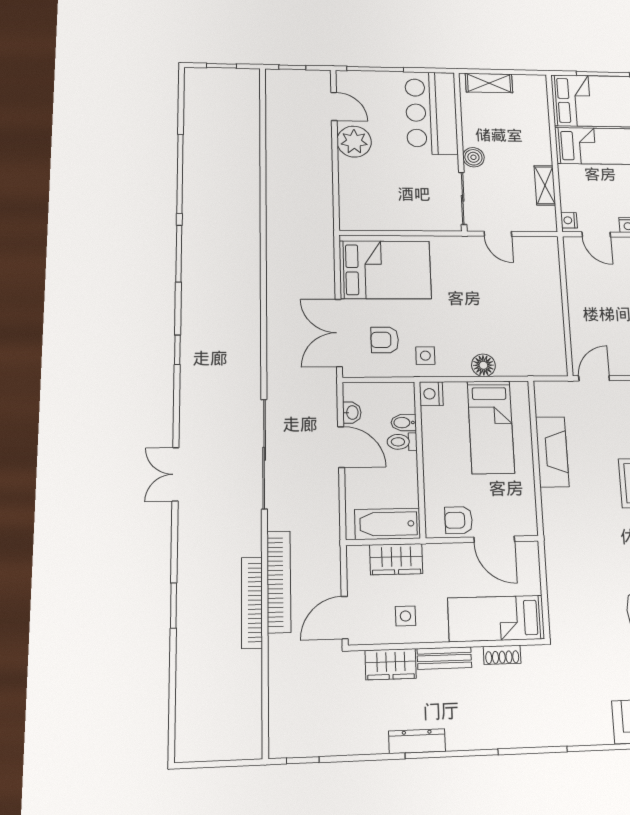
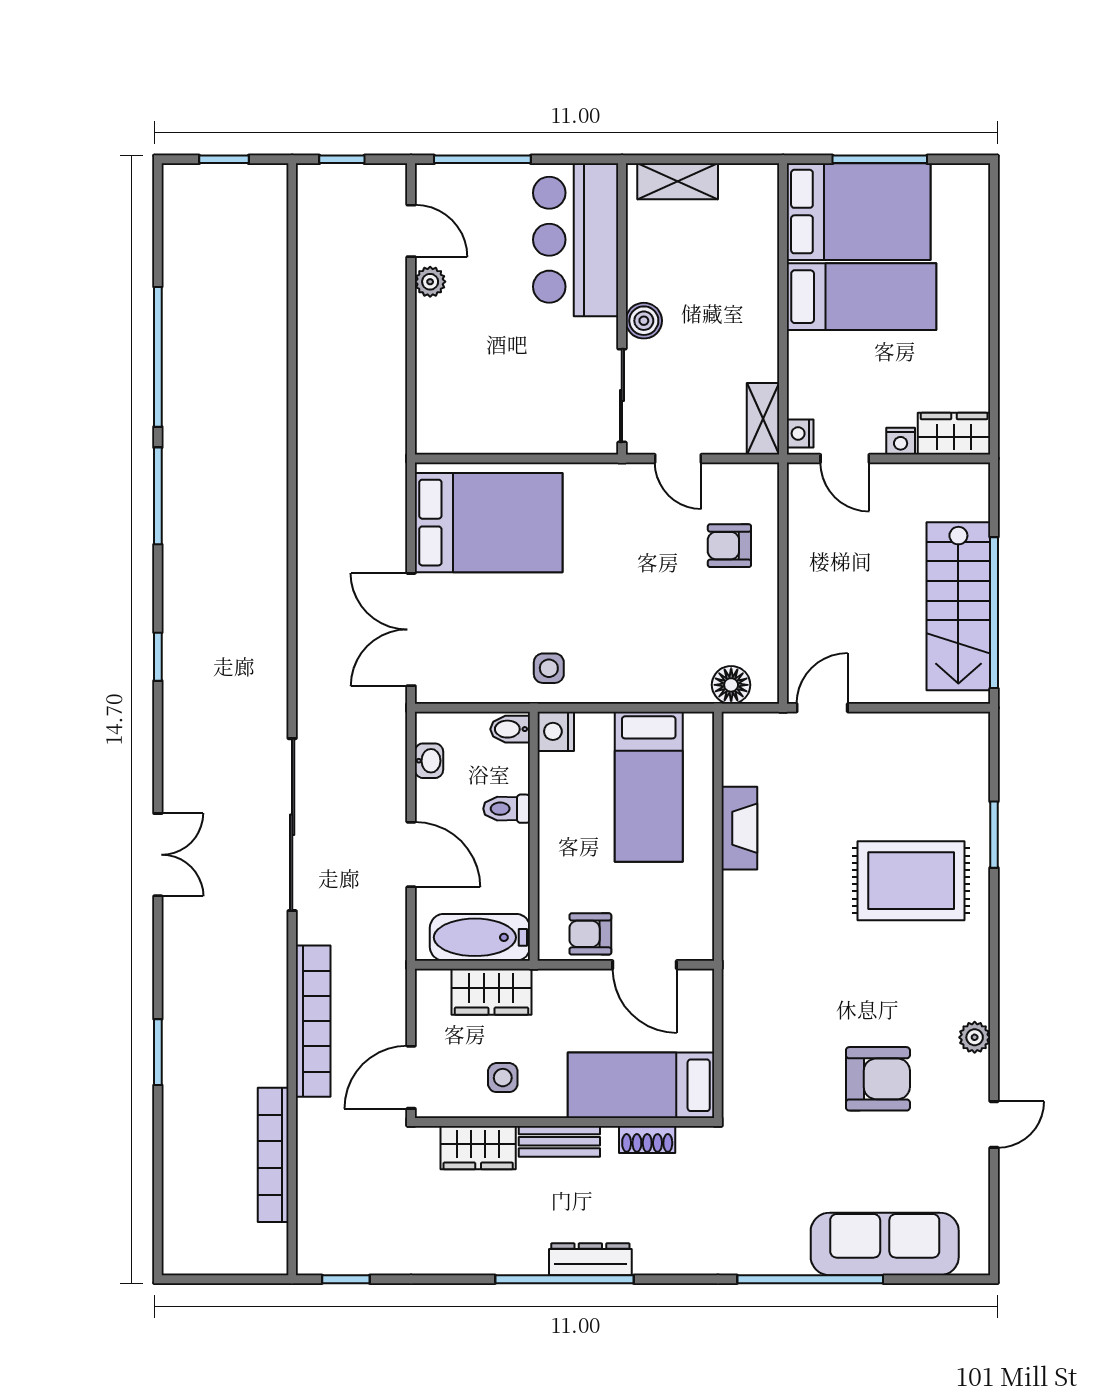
plant: (354, 142) -> (430, 282), width x0.53, depth x0.53
shelving: (545, 185) -> (763, 419), moved
armchair: (385, 340) -> (729, 546), moved
floor lamp: (483, 365) -> (731, 685), moved
bidet: (404, 423) -> (510, 729), moved
door: (341, 447) -> (411, 855), moved
fireplace: (552, 452) -> (739, 828), width x0.73, depth x0.76
double door: (175, 474) -> (158, 855), swing flipped
bookcase: (252, 603) -> (273, 1155), moved
dresser: (417, 741) -> (590, 1259), moved

